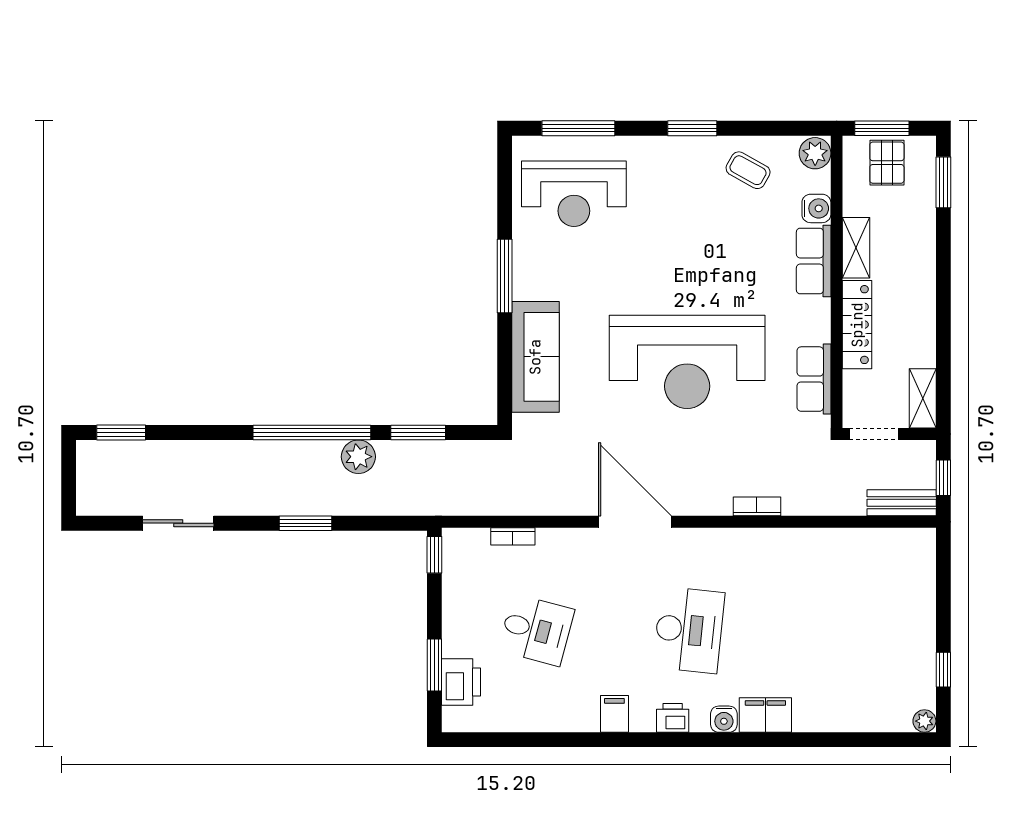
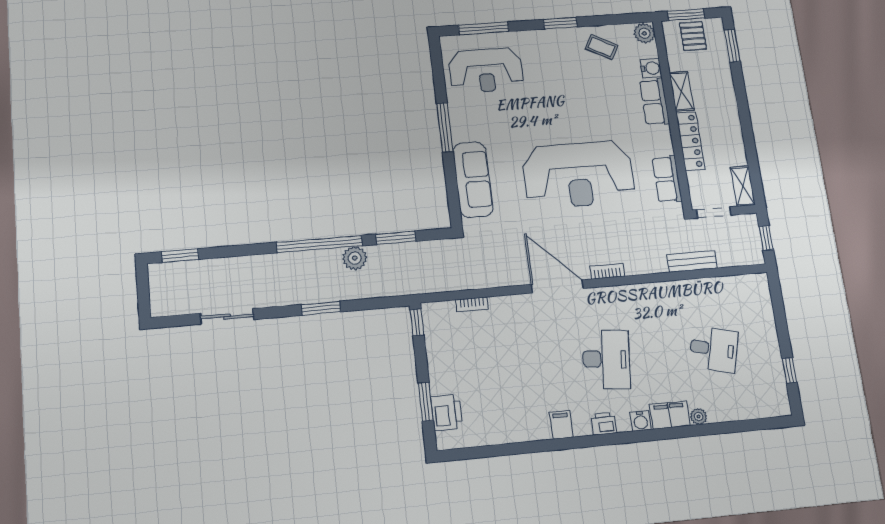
bench: (902, 503) -> (692, 261), moved
bookcase: (757, 506) -> (607, 271), moved
desk: (536, 630) -> (714, 349), moved
plant: (924, 721) -> (699, 417), moved

